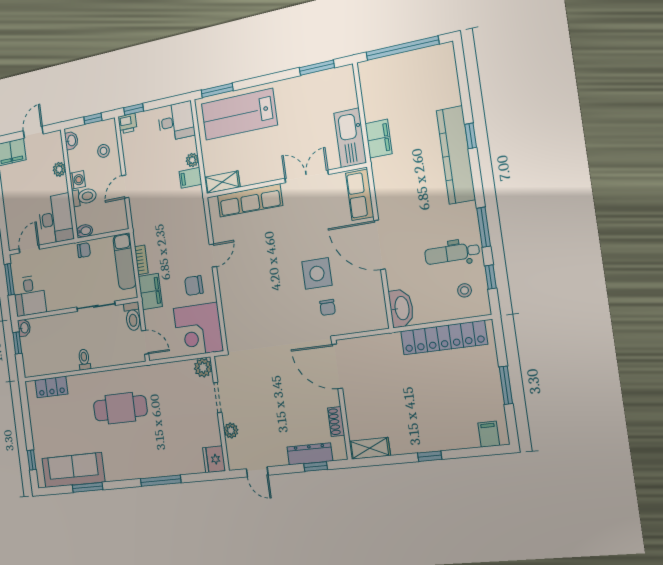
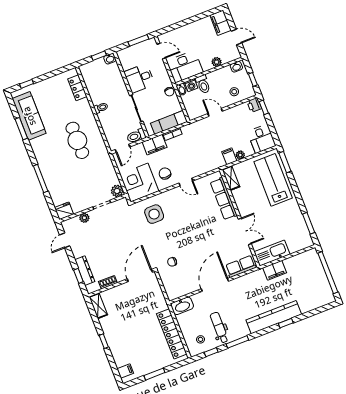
washing machine: (77, 180) -> (191, 85), moved
side table: (317, 274) -> (154, 214), moved
desk: (29, 296) -> (139, 78), moved

